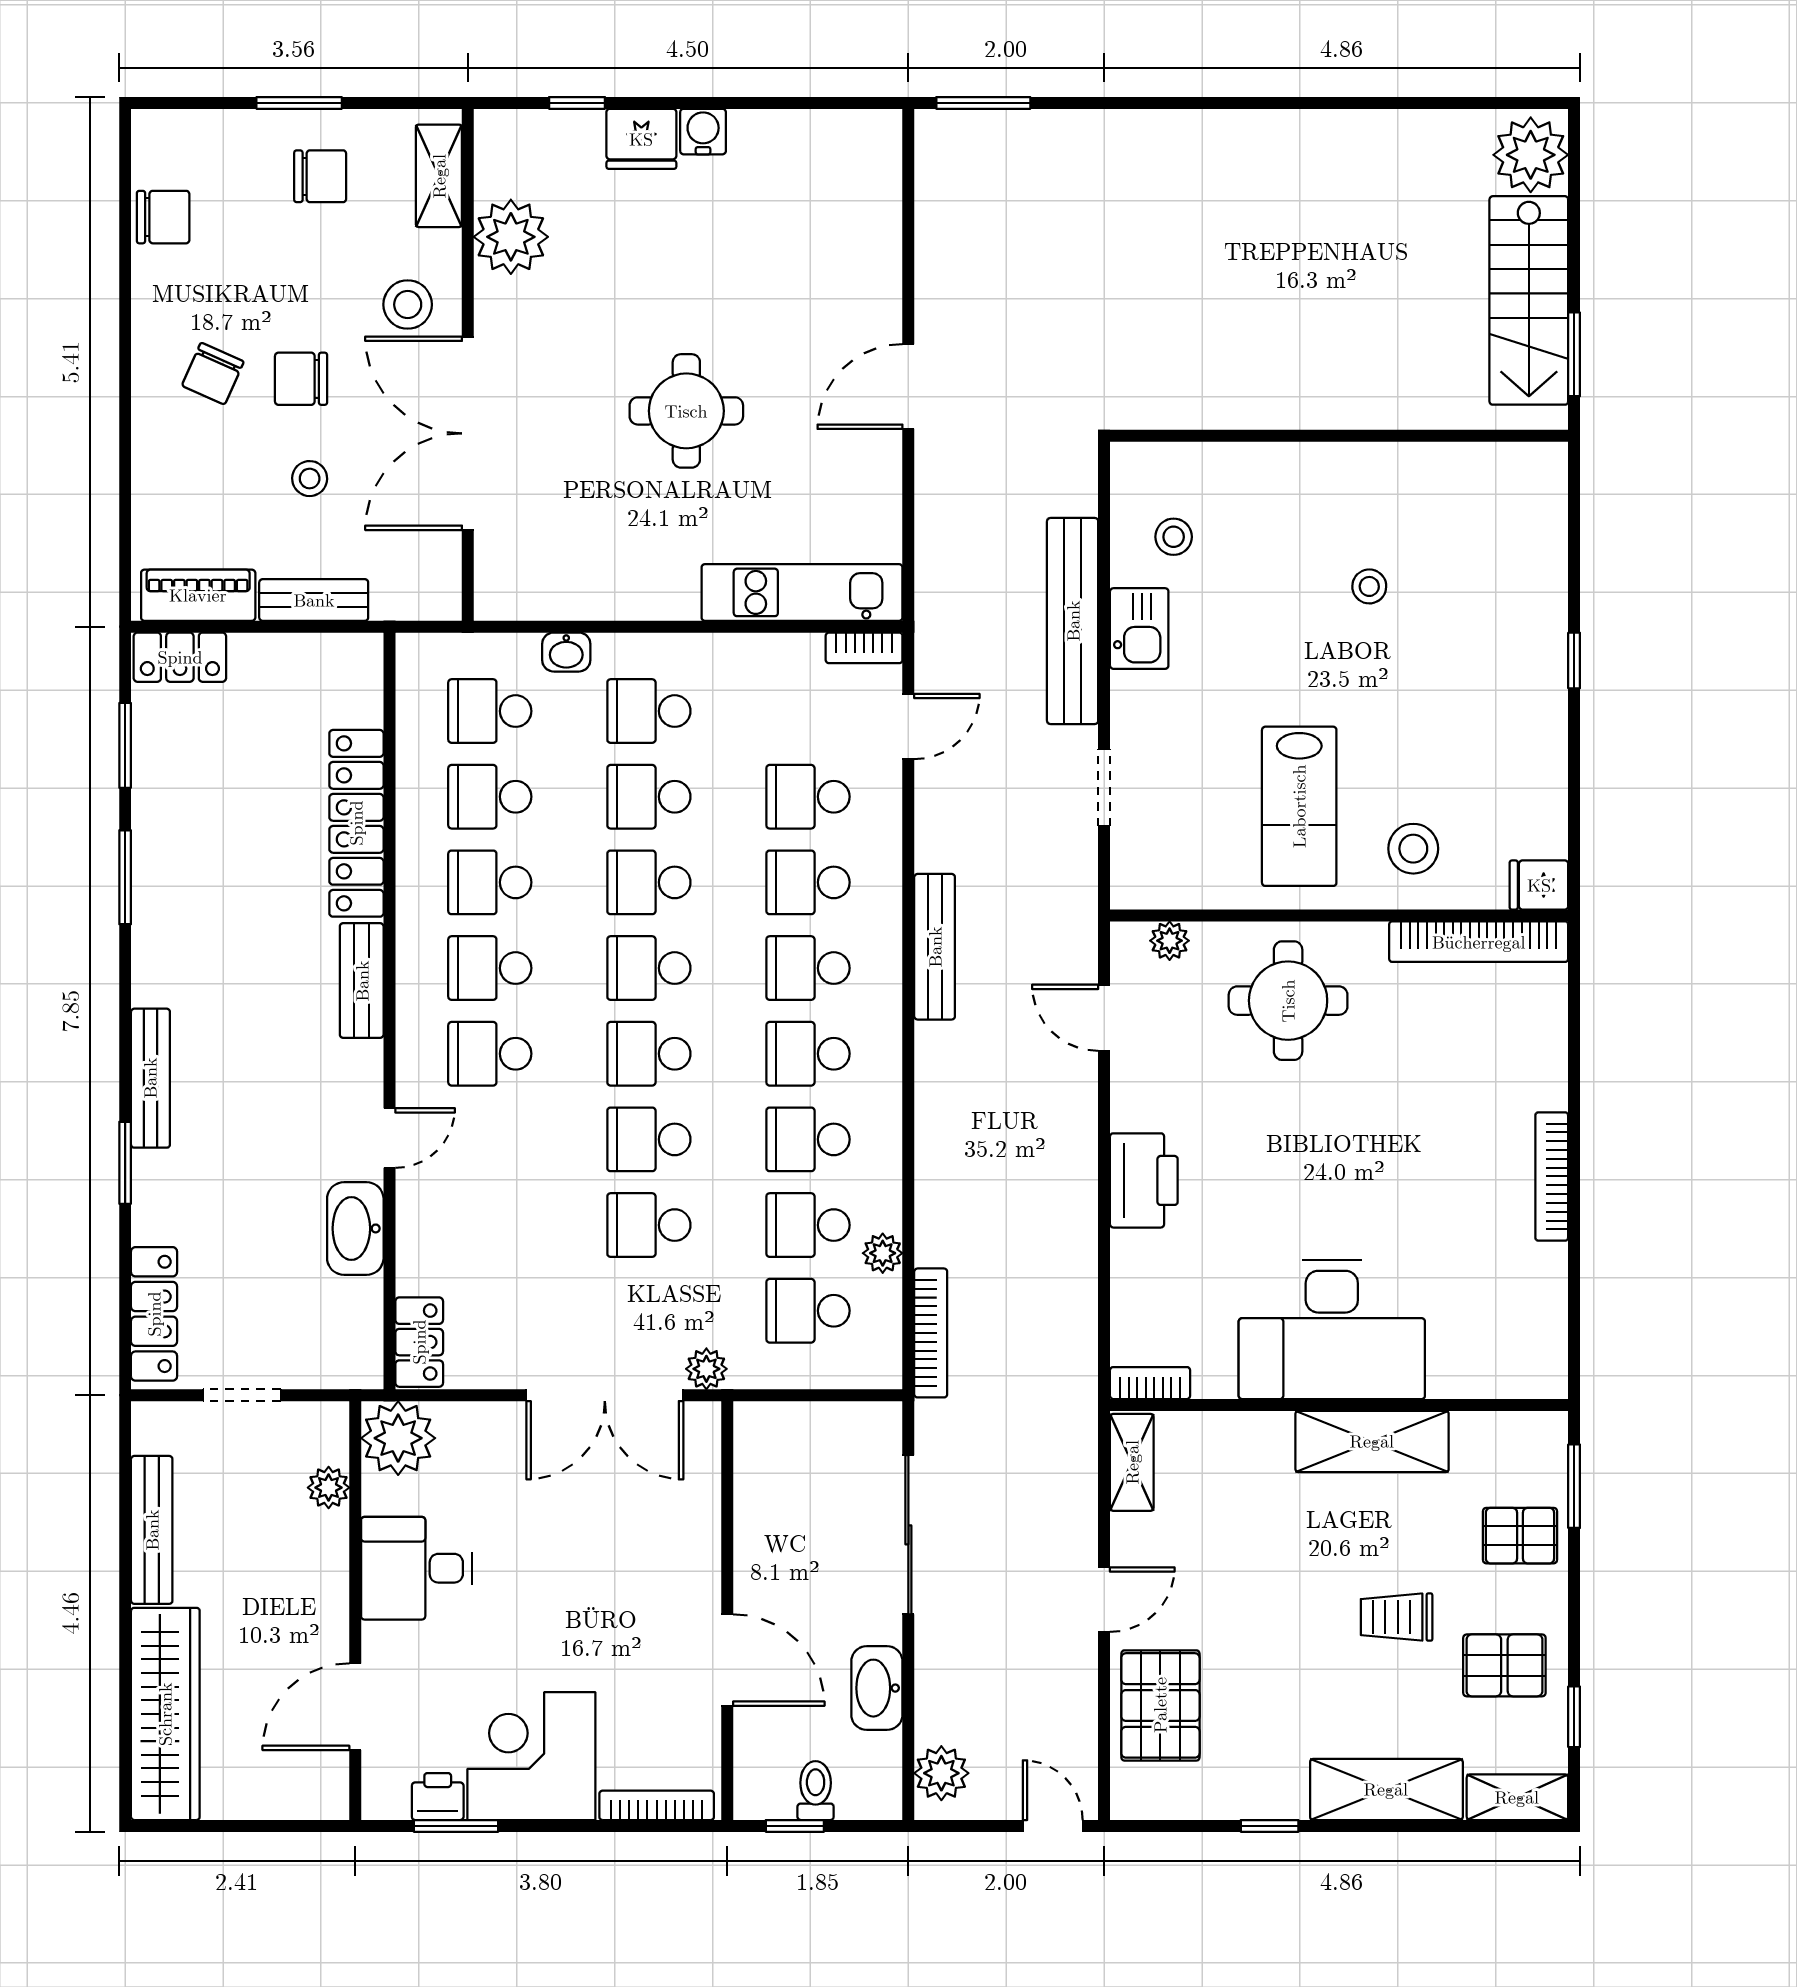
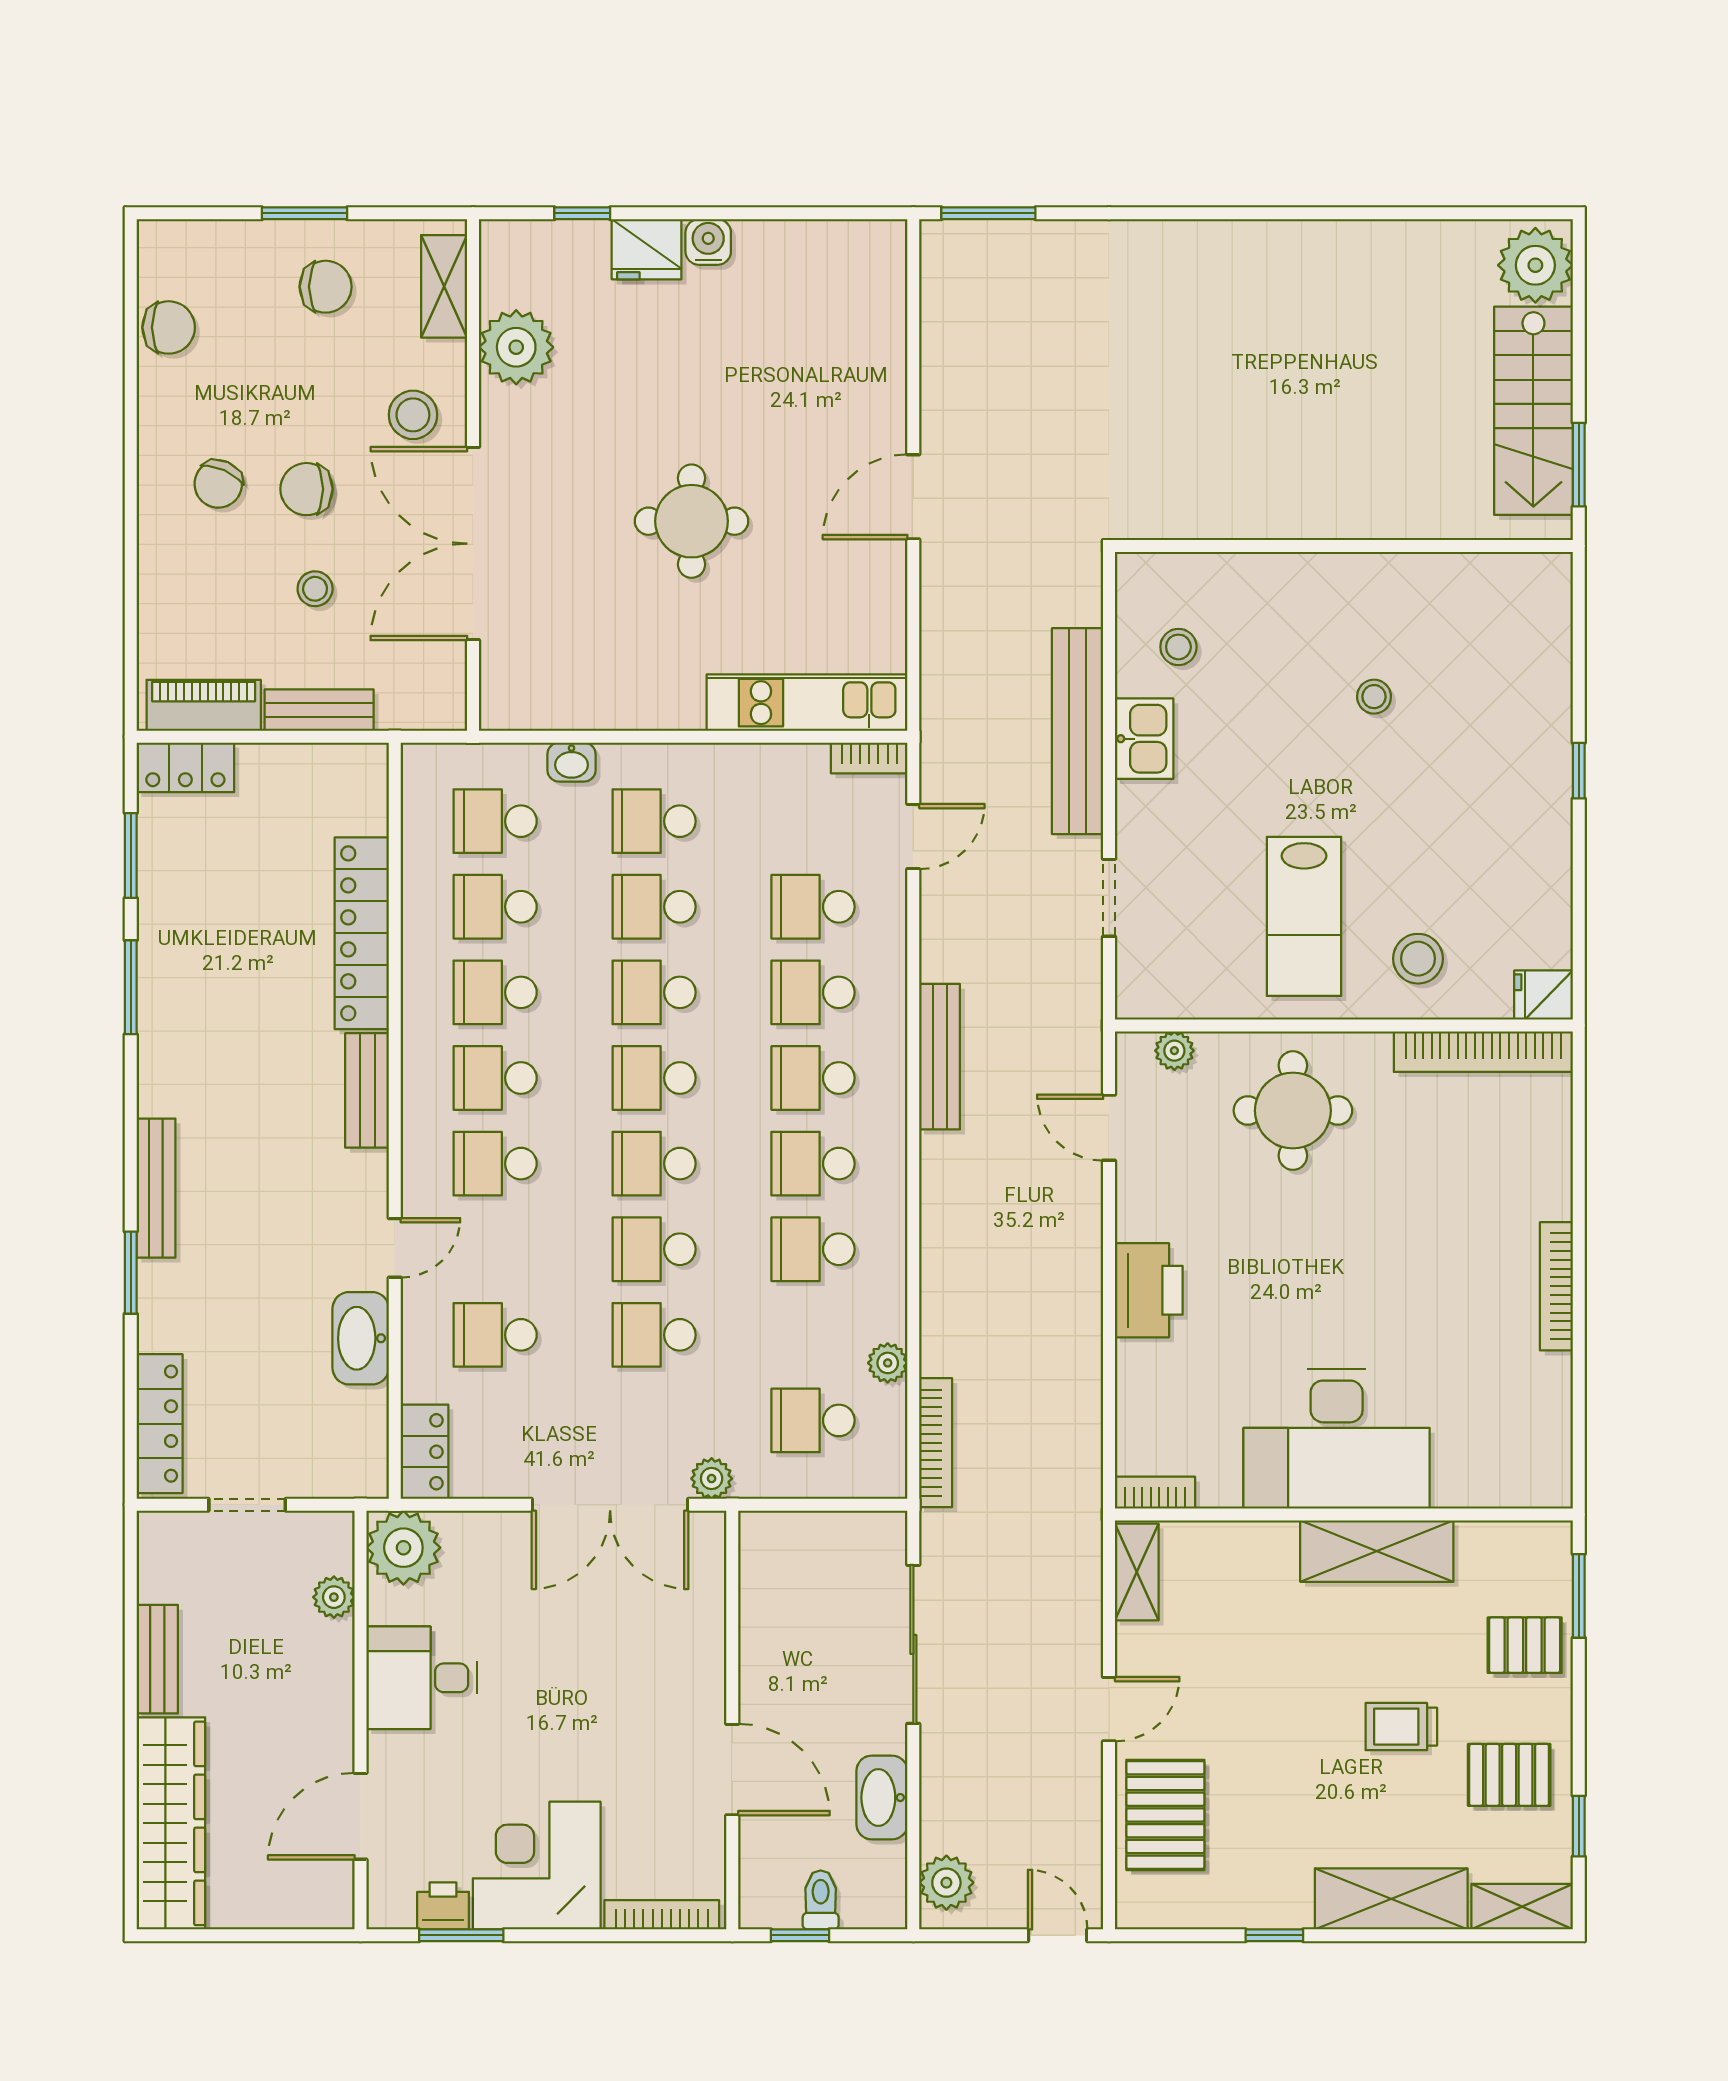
school desk: (808, 1225) -> (495, 1335), moved
bench: (152, 1530) -> (157, 1659), width x0.73

